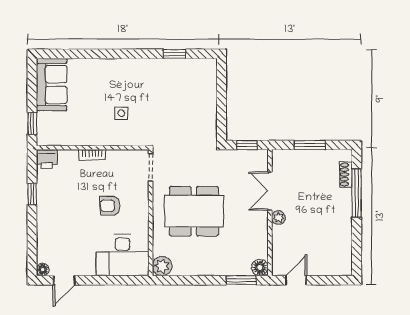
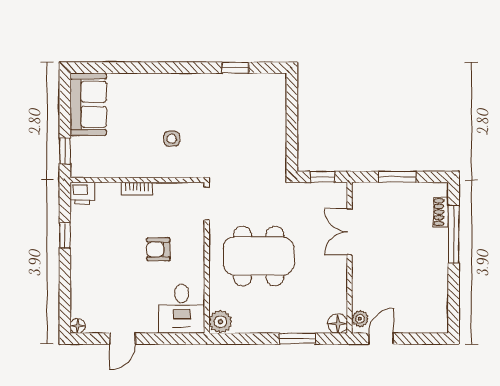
plant: (278, 217) -> (360, 319), moved
desk: (122, 255) -> (182, 309), width x0.73
door: (64, 280) -> (123, 339), moved
window: (241, 280) -> (297, 339), moved

